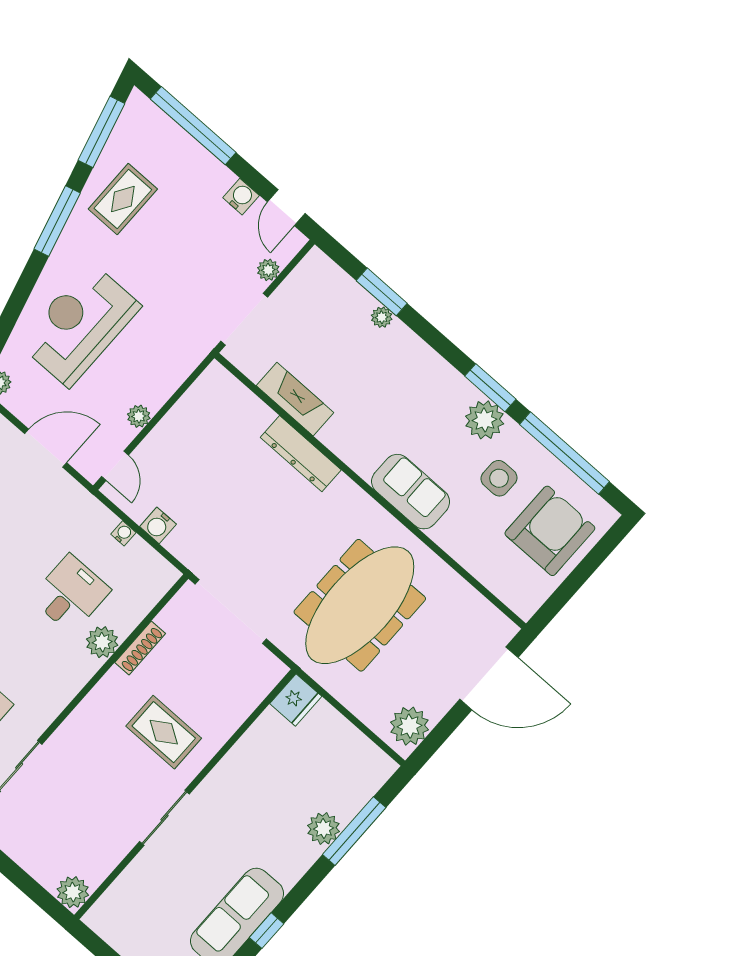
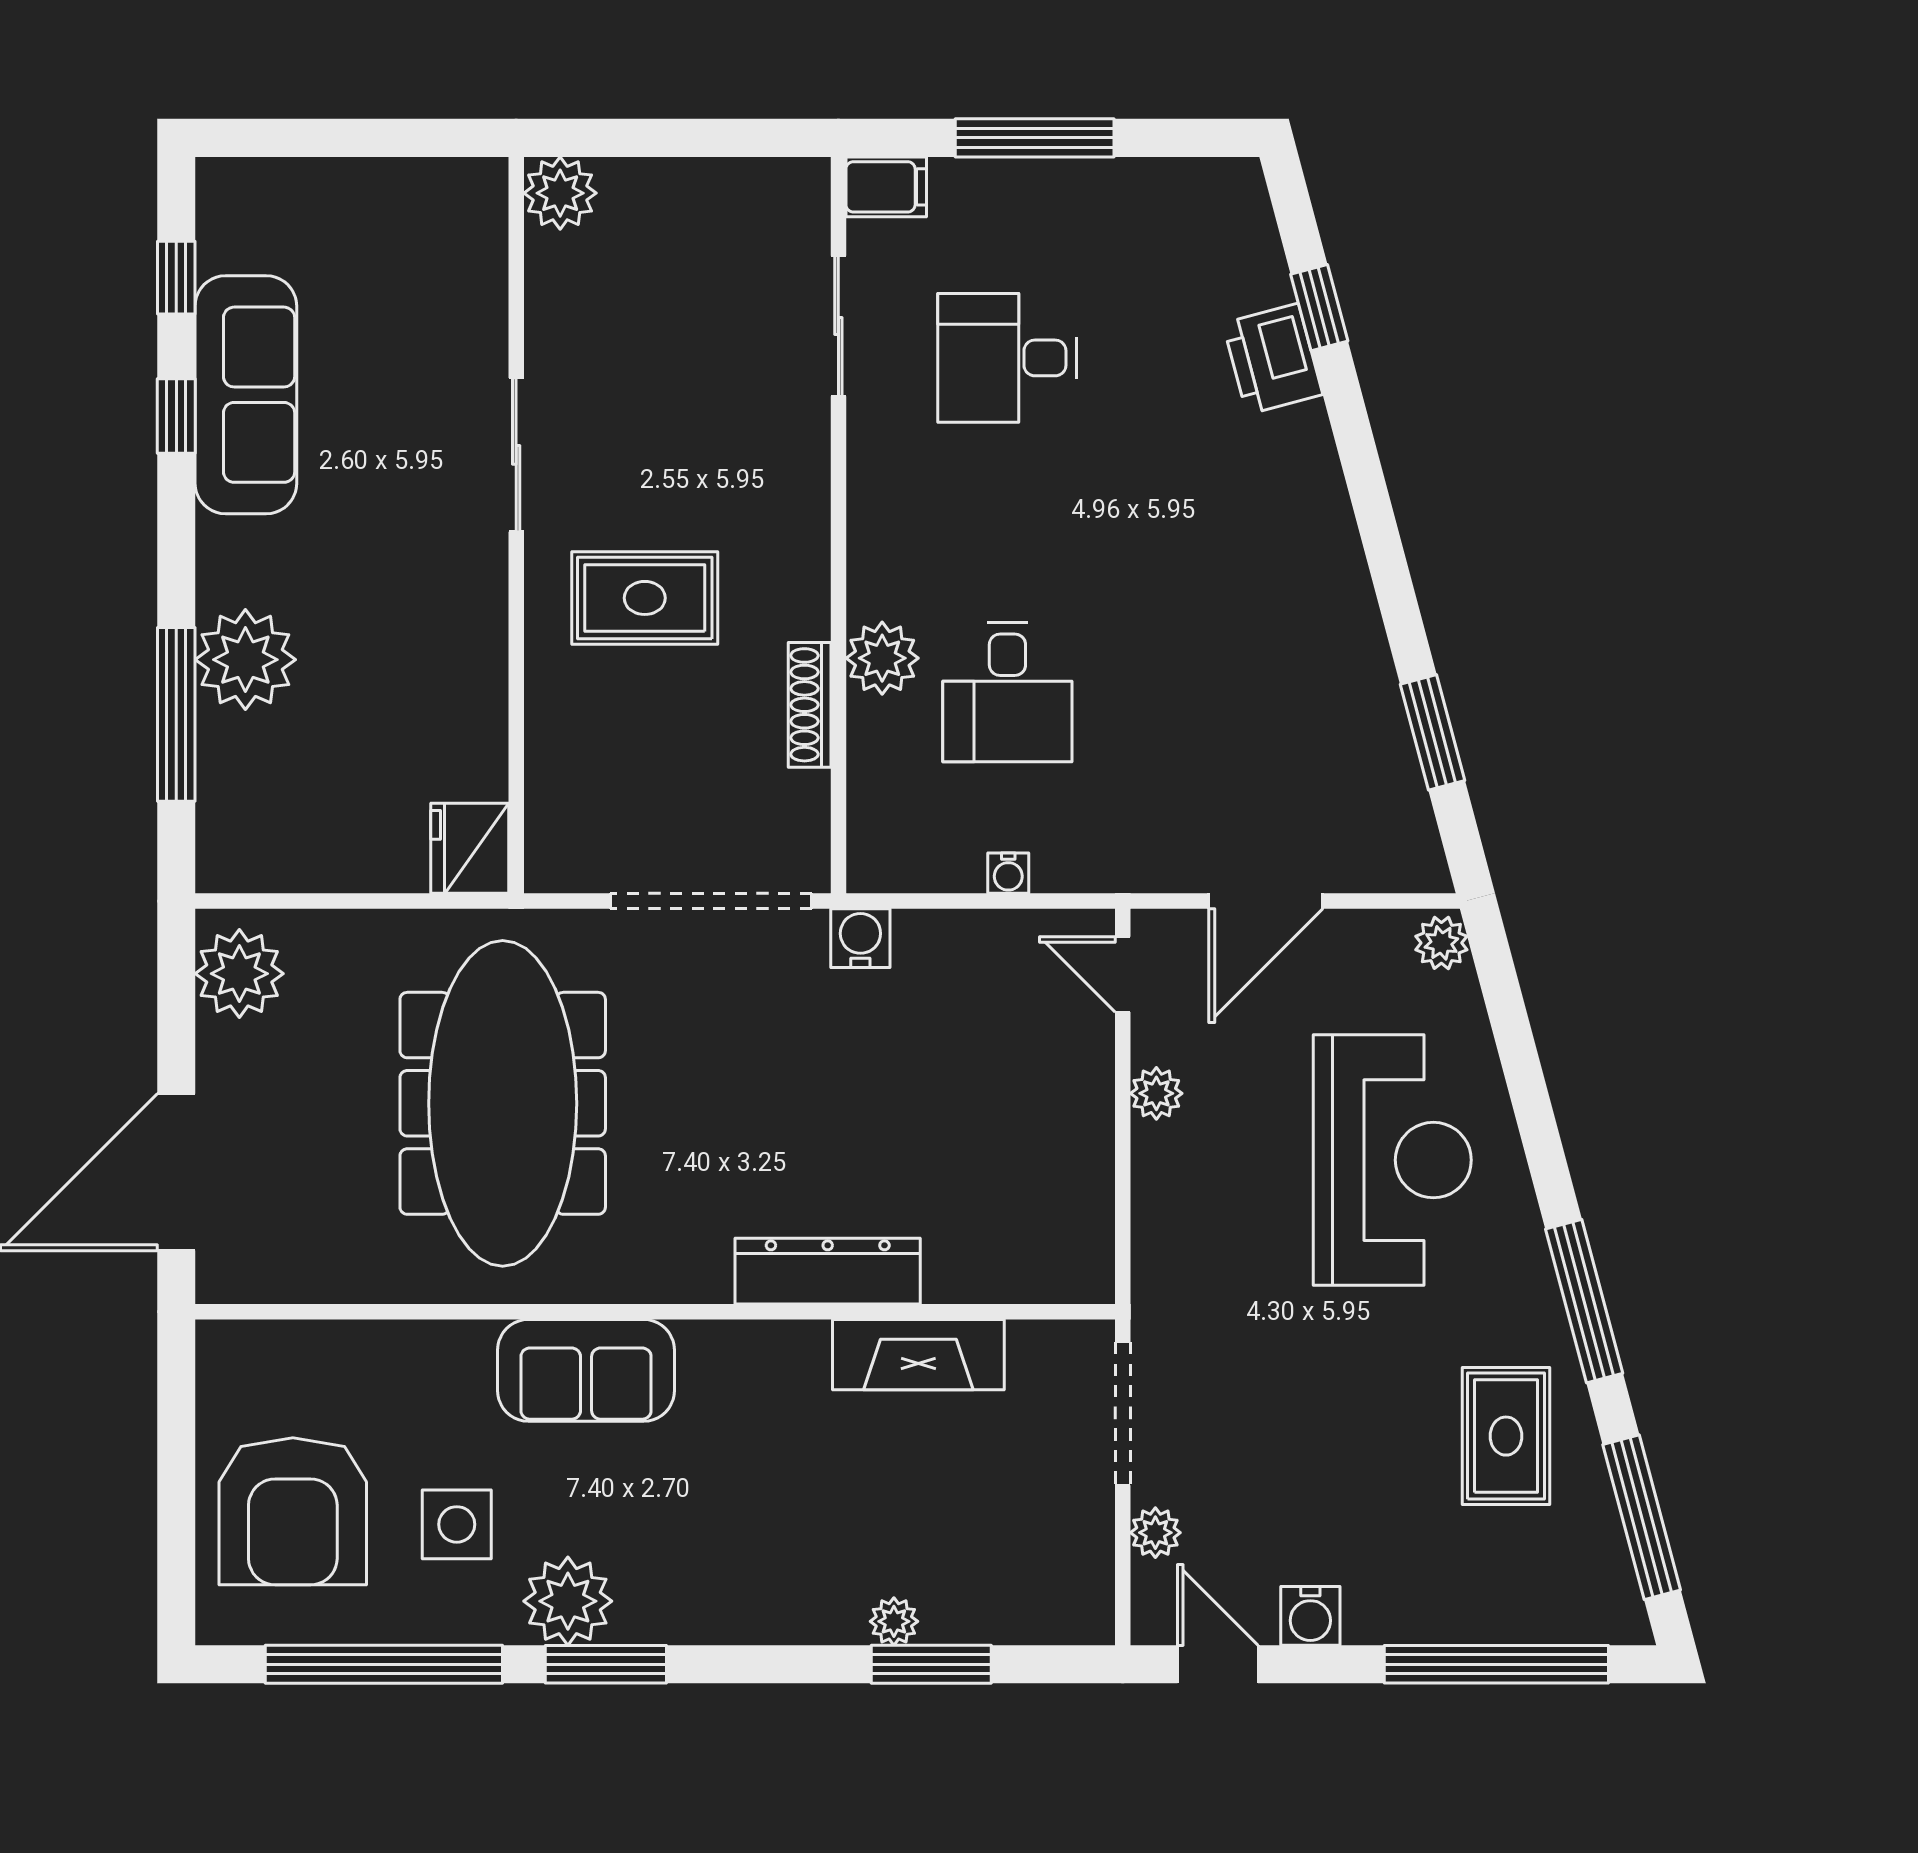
water cooler: (158, 525) -> (860, 938), moved
plant: (323, 829) -> (245, 660), width x1.36, depth x1.36

